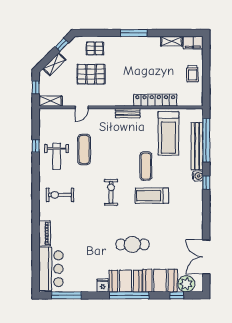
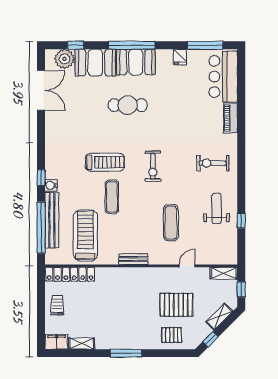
locker: (155, 100) -> (70, 274), moved
exercise mat: (84, 149) -> (171, 223), moved
exercise bike: (60, 195) -> (213, 163), turned 180
fridge: (103, 286) -> (180, 57), moved

